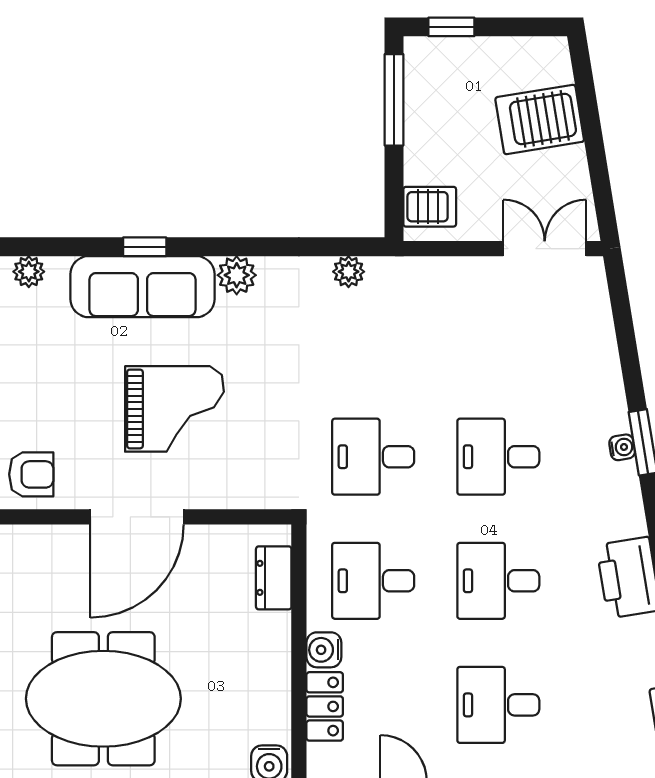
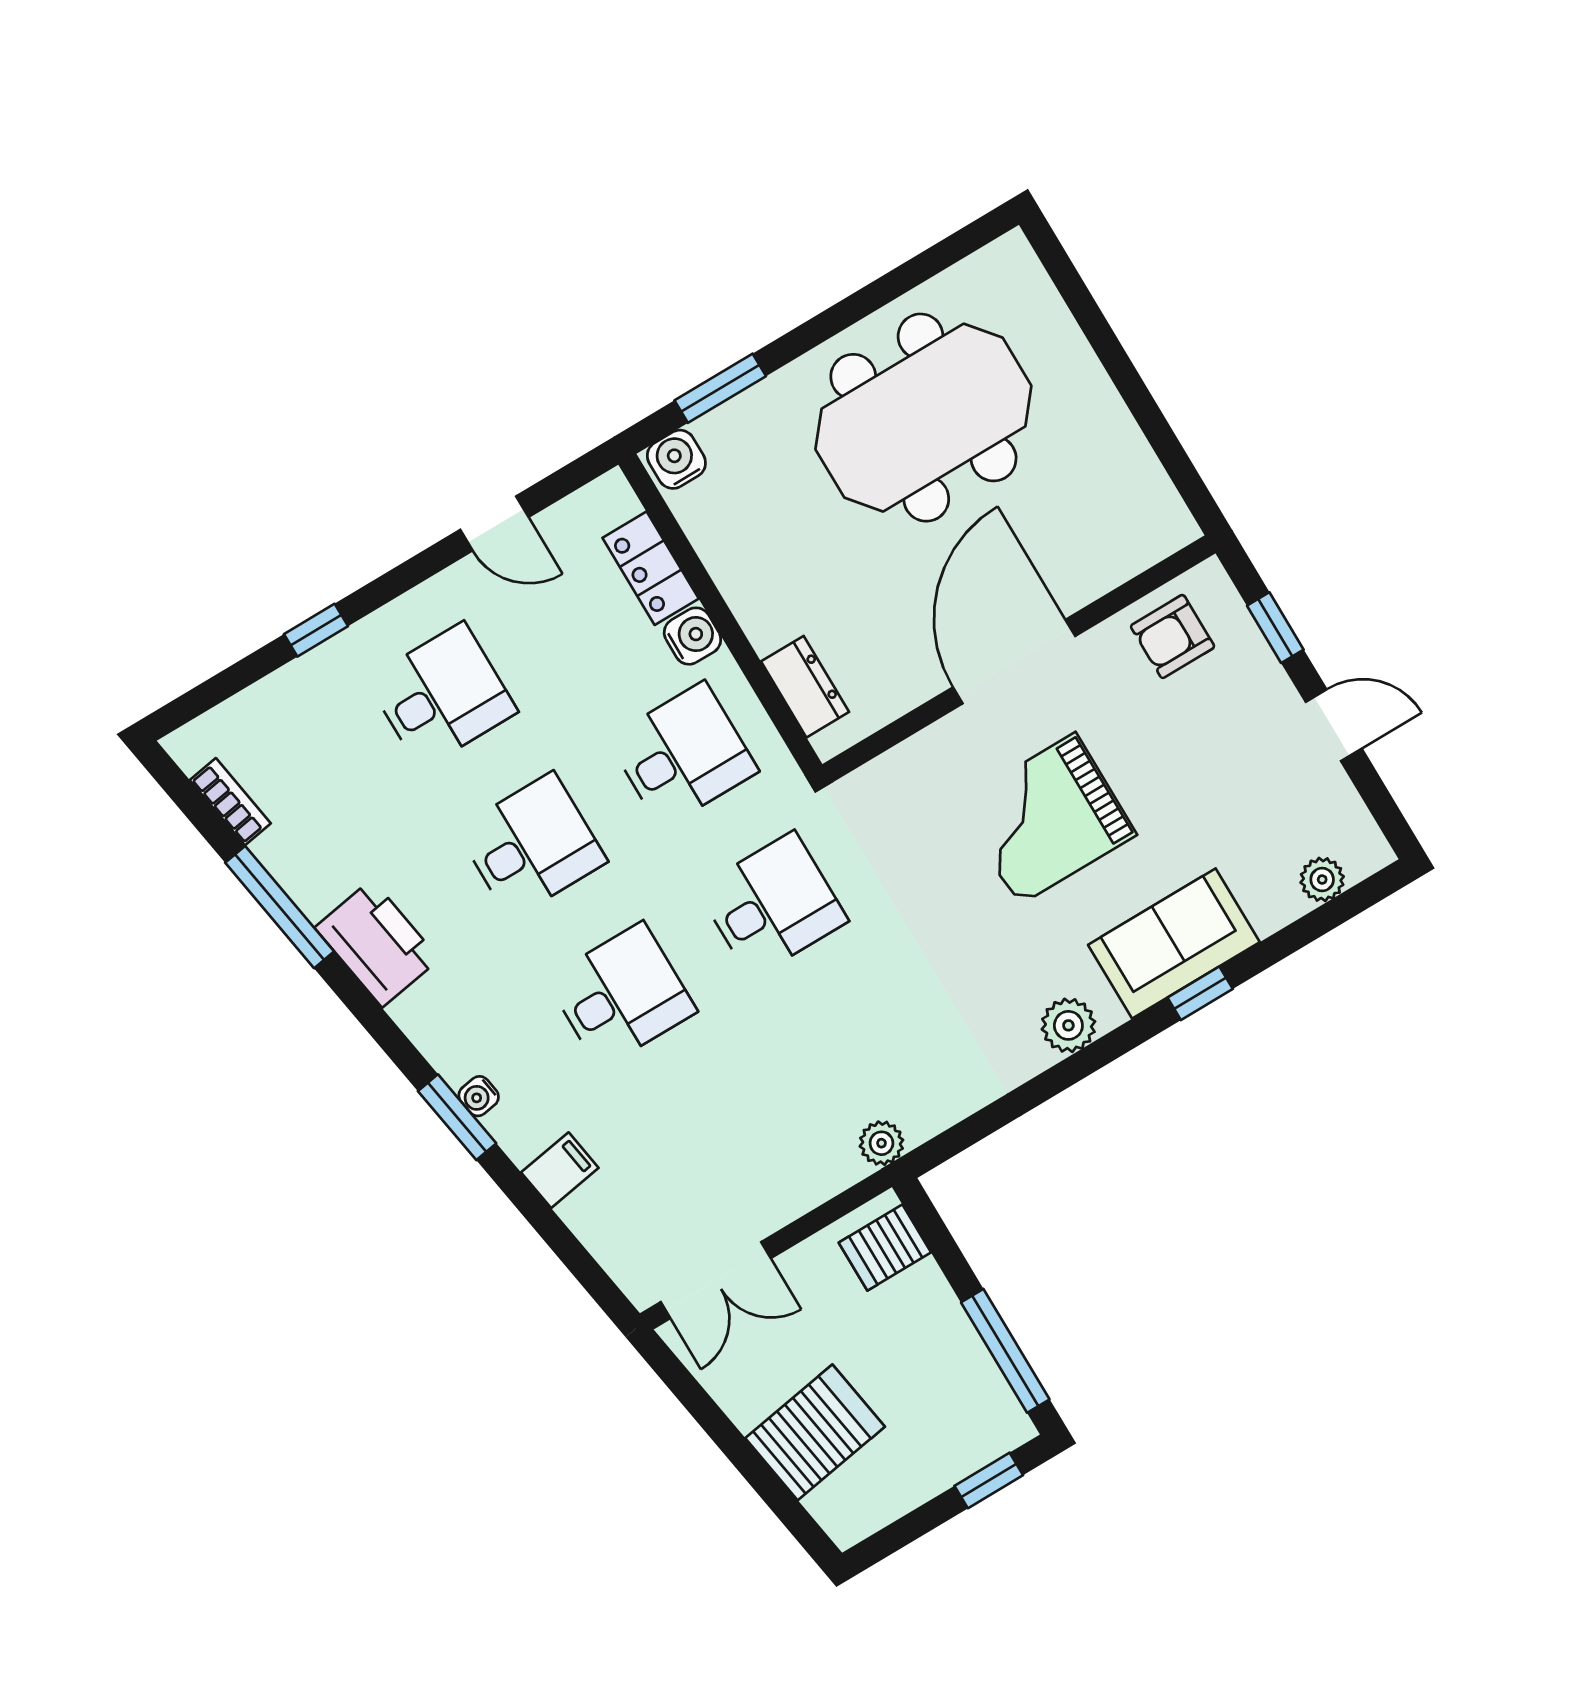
plant: (349, 272) -> (881, 1143), moved
sofa: (142, 287) -> (1174, 944), width x0.73
filing cabinet: (600, 373) -> (560, 1170), added

